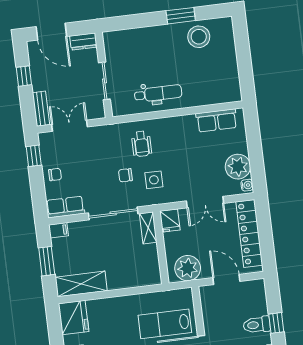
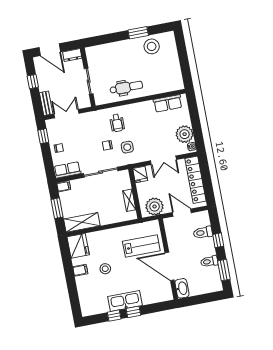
shelving: (148, 228) -> (129, 200), moved
lab bench: (165, 324) -> (141, 246), turned 180
toilet: (257, 325) -> (203, 233), moved

